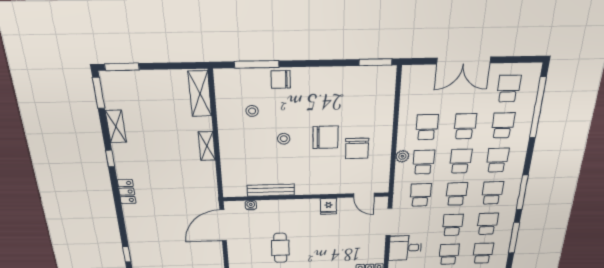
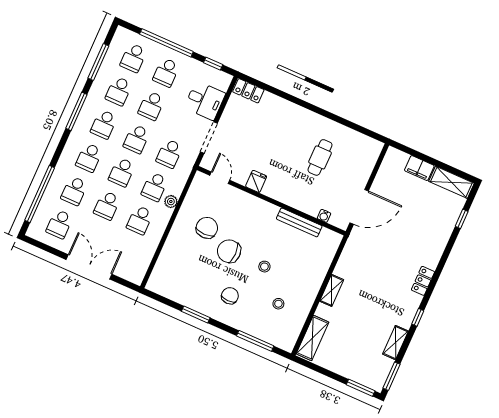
window: (375, 62) -> (196, 314), moved
chair: (281, 79) -> (230, 296), moved, turned -90

